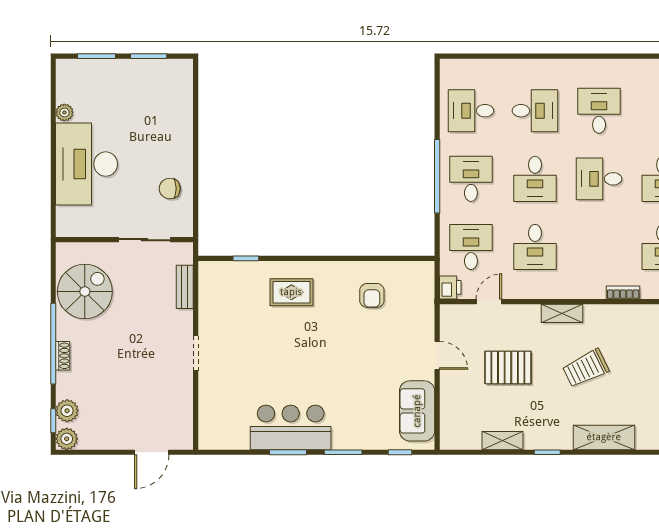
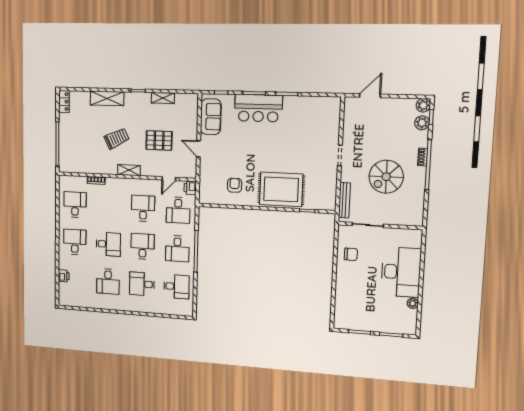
bench: (185, 287) -> (344, 200), width x1.36
spiral stairs: (85, 292) -> (386, 177), moved
rug: (291, 292) -> (281, 189), width x1.86, depth x2.06
bar counter: (291, 427) -> (258, 108), moved

